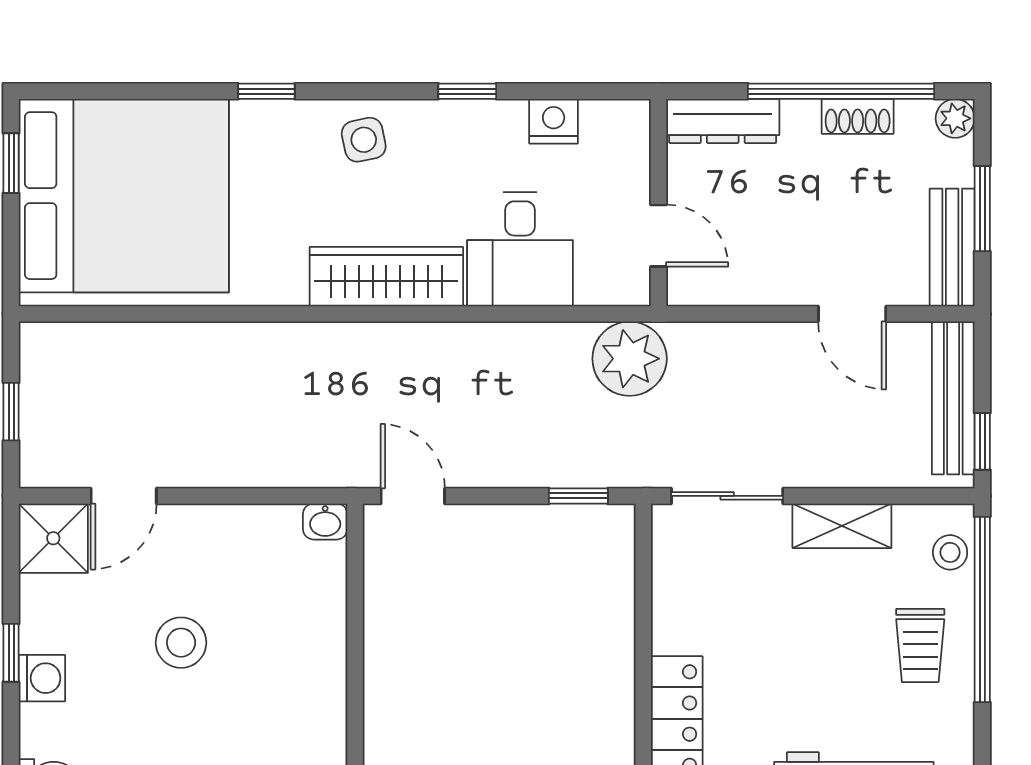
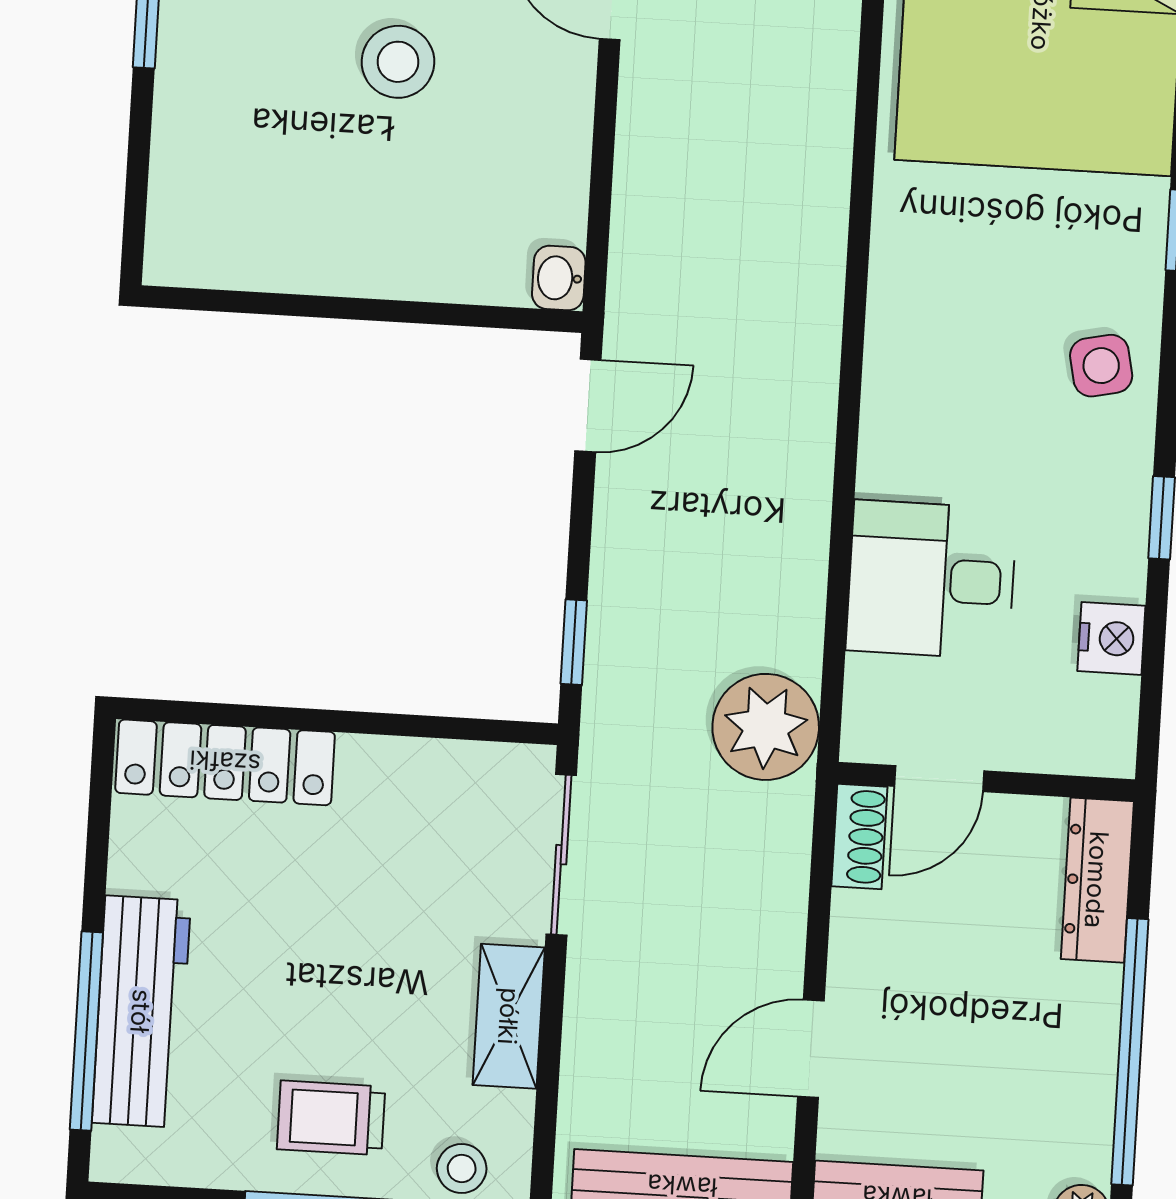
shoe rack: (858, 116) -> (859, 837), moved, turned 180
wardrobe: (386, 277) -> (904, 386), removed

